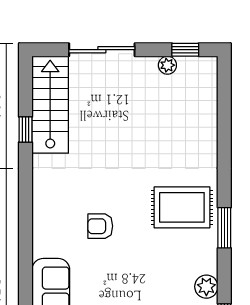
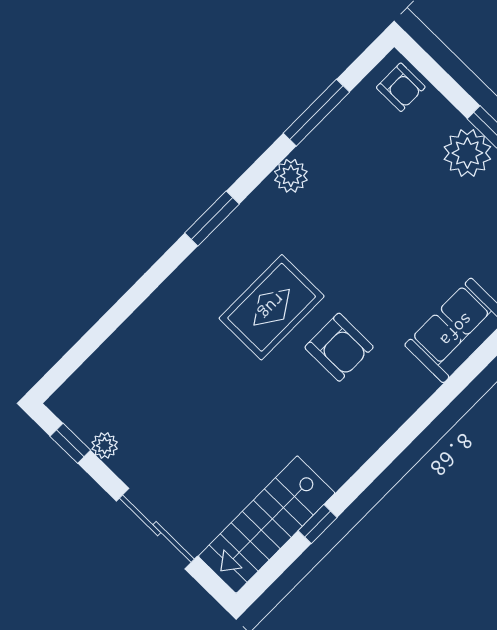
rug: (182, 207) -> (272, 307), moved, turned 90
armchair: (100, 226) -> (339, 347), width x1.38, depth x1.38

